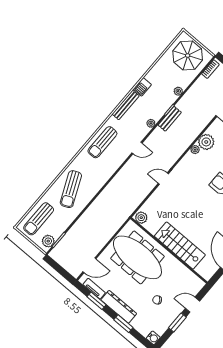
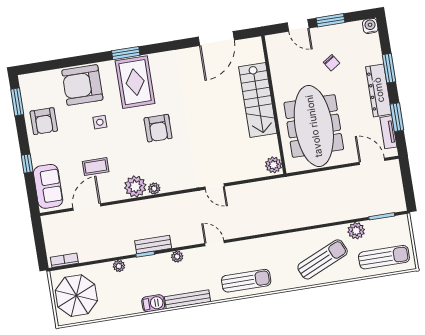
plant: (48, 241) -> (356, 231), moved

